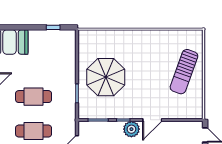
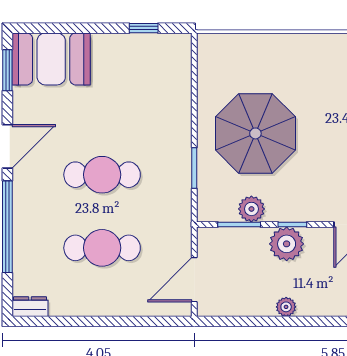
plant: (104, 113) -> (251, 209), added
plant: (131, 129) -> (287, 244), moved

